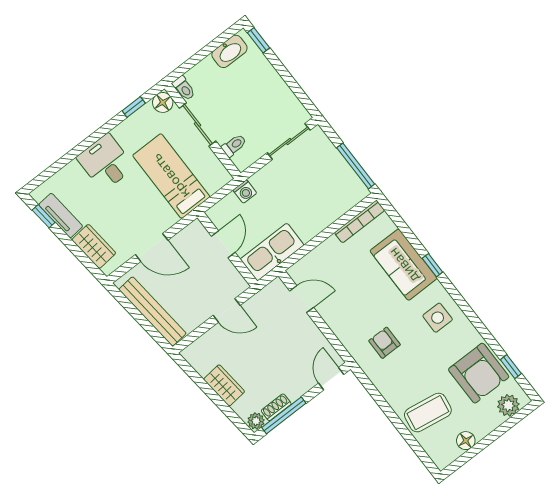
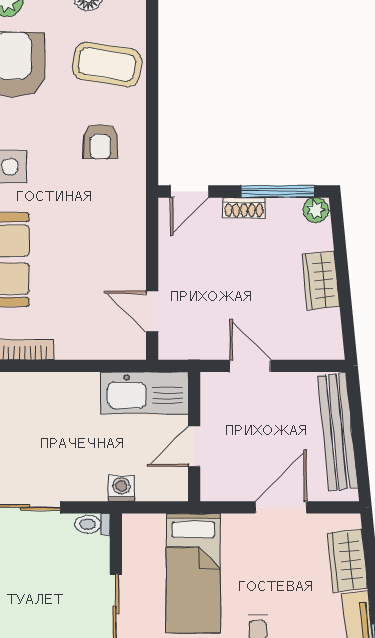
toilet: (234, 145) -> (92, 524), moved
door: (152, 247) -> (281, 507), hinge flipped
armchair: (385, 343) -> (100, 142), moved
shoe rack: (276, 407) -> (244, 208), moved

